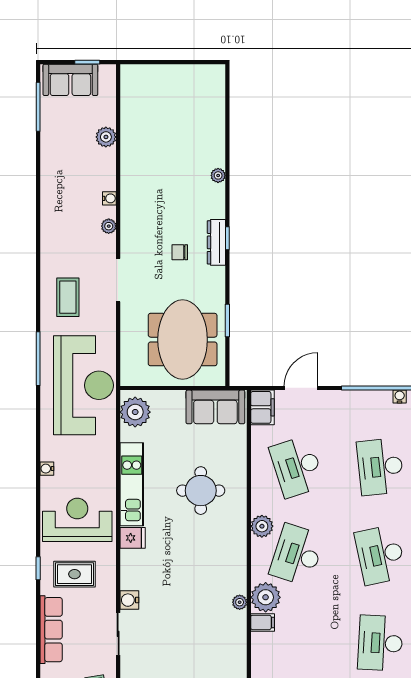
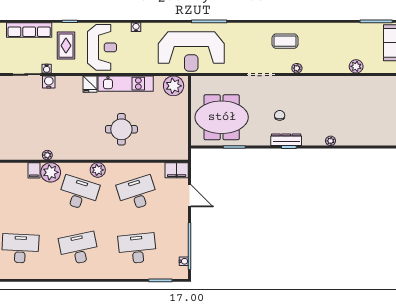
water cooler: (109, 198) -> (47, 69), moved
coffee table: (68, 297) -> (285, 41), moved
sofa: (215, 407) -> (177, 139), removed

